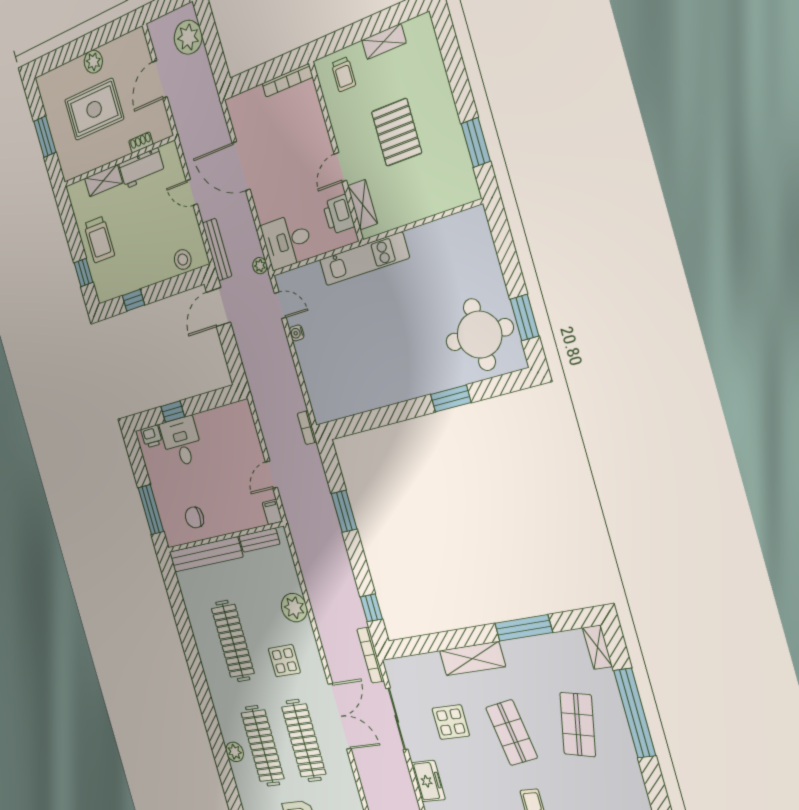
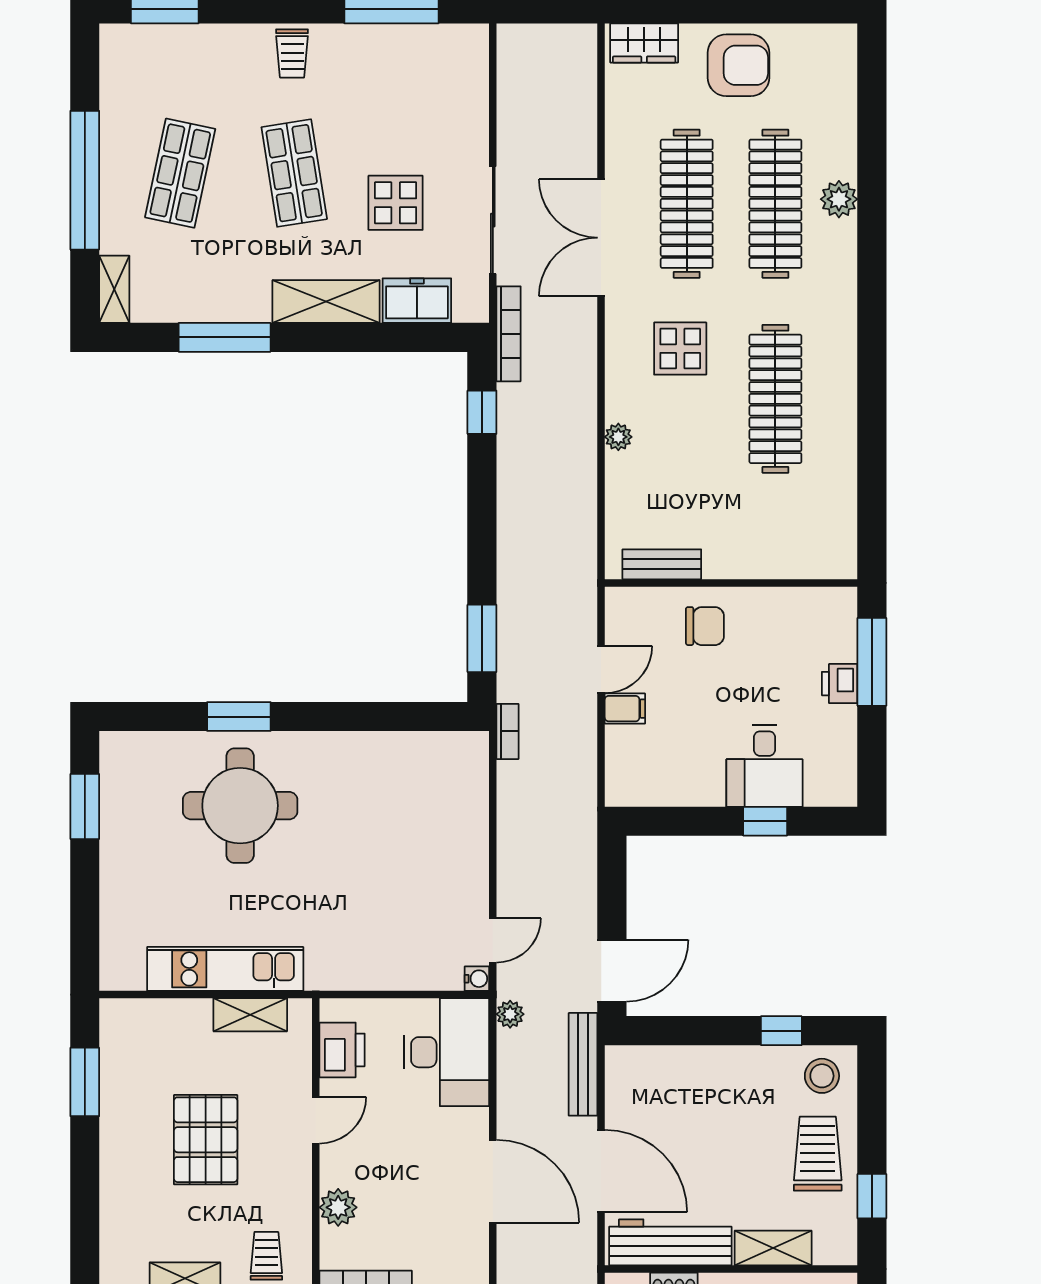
plant: (314, 119) -> (338, 1207), added
workbench: (142, 168) -> (670, 1242), width x1.38
door: (192, 192) -> (601, 1171), width x1.87
shelving: (363, 205) -> (250, 1015), moved, turned 90
desk: (287, 241) -> (447, 1052), width x1.37
kitchen unit: (364, 259) -> (225, 969), moved
stool: (183, 260) -> (822, 1076), moved
window: (83, 272) -> (872, 1196), moved
door: (280, 305) -> (493, 940), swing flipped
water cooler: (297, 333) -> (477, 979), moved
round table: (479, 335) -> (240, 806), moved
printer: (152, 437) -> (840, 684), moved, turned -90
window: (344, 511) -> (482, 638), moved
filing cabinet: (272, 512) -> (625, 709), moved, turned -90
chair: (194, 517) -> (705, 626), moved
bench: (206, 554) -> (781, 560), removed
plant: (294, 608) -> (618, 437), width x0.53, depth x0.53
freezer: (428, 781) -> (417, 301), moved, turned 90

